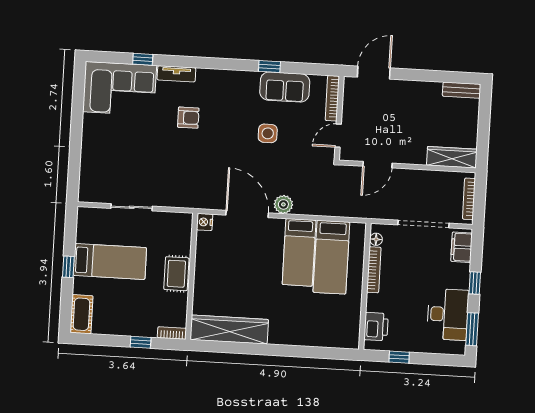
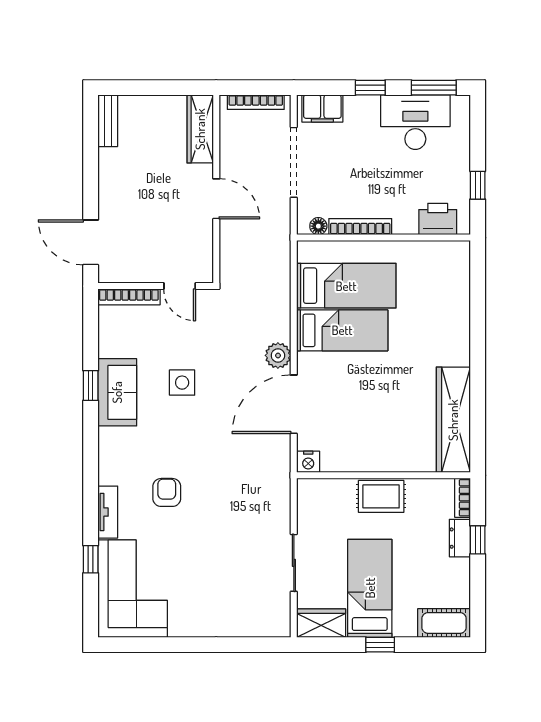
sofa: (285, 87) -> (117, 392), moved
door: (377, 165) -> (216, 199), moved
wardrobe: (87, 225) -> (321, 623), added
dresser: (143, 329) -> (460, 538), added

